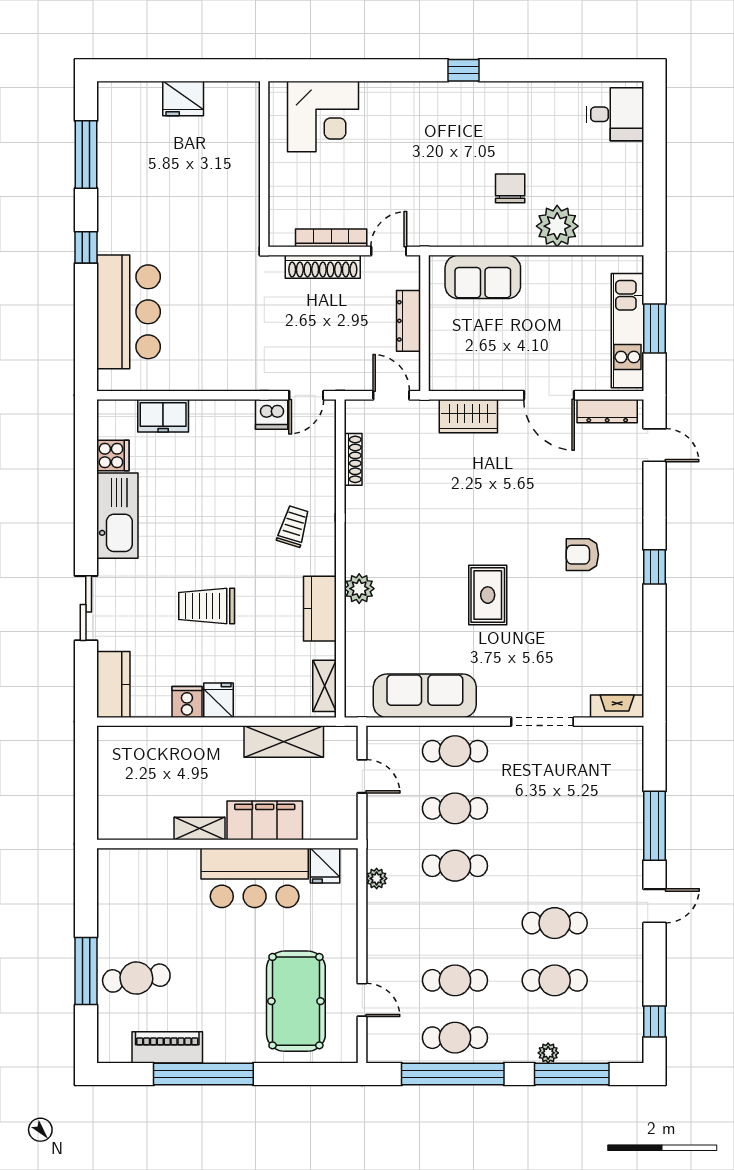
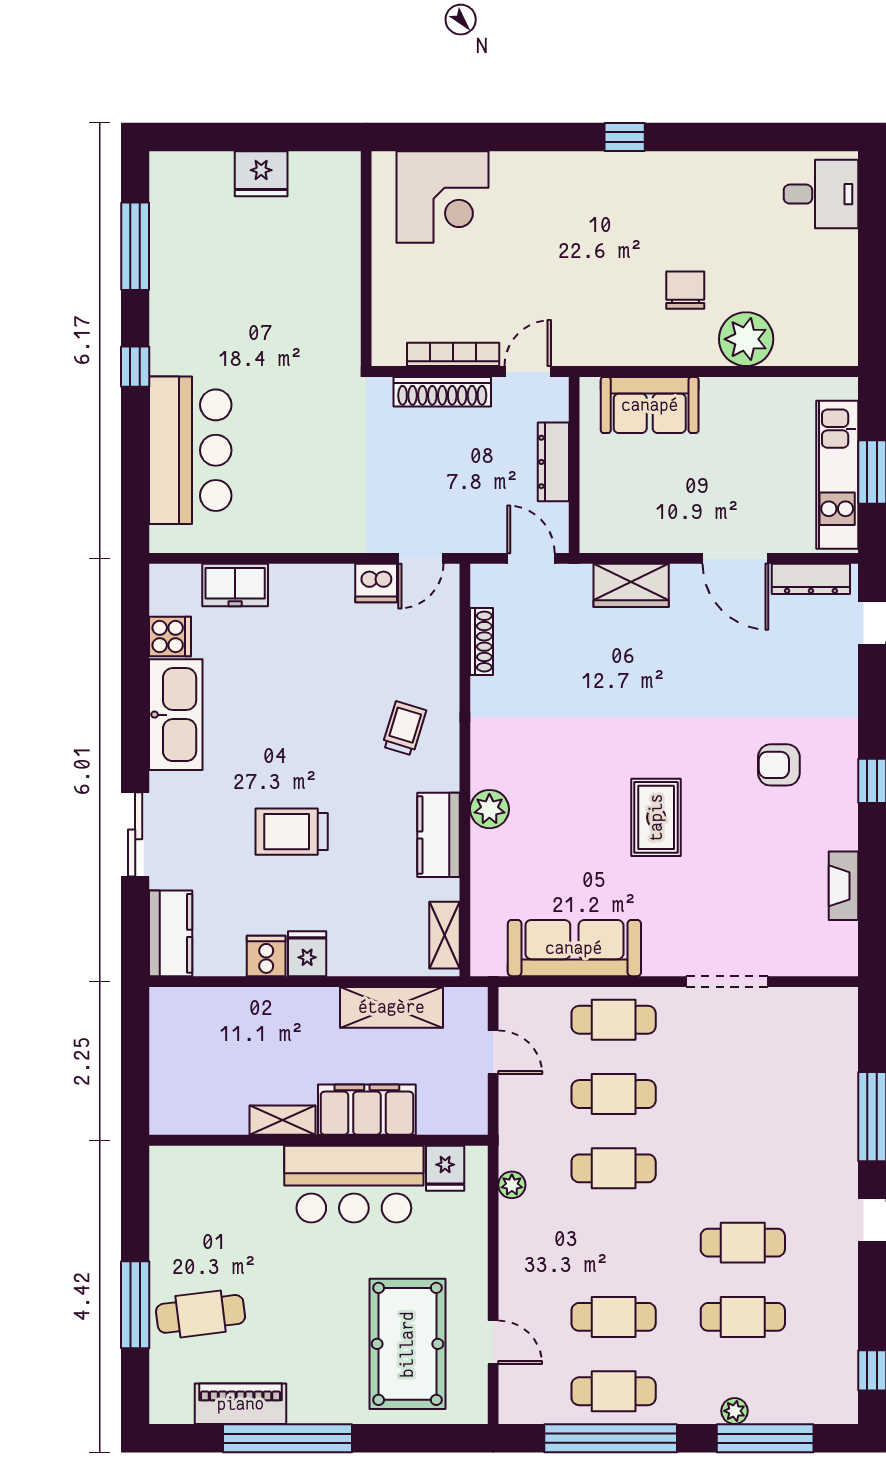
fireplace: (617, 706) -> (843, 886), moved, turned -90

